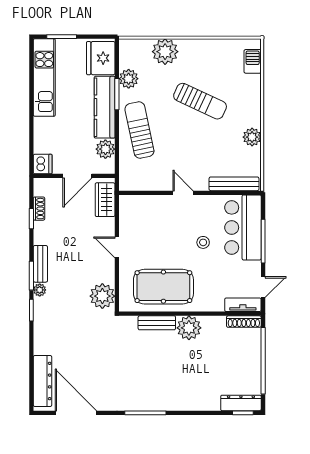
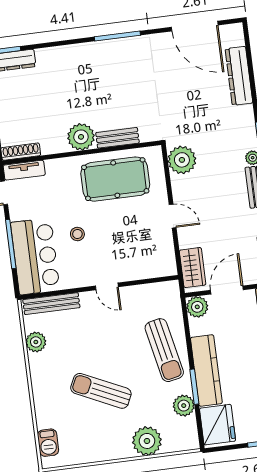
plant: (252, 137) -> (36, 342), moved
plant: (105, 149) -> (197, 307), moved
dresser: (42, 381) -> (239, 76), moved

